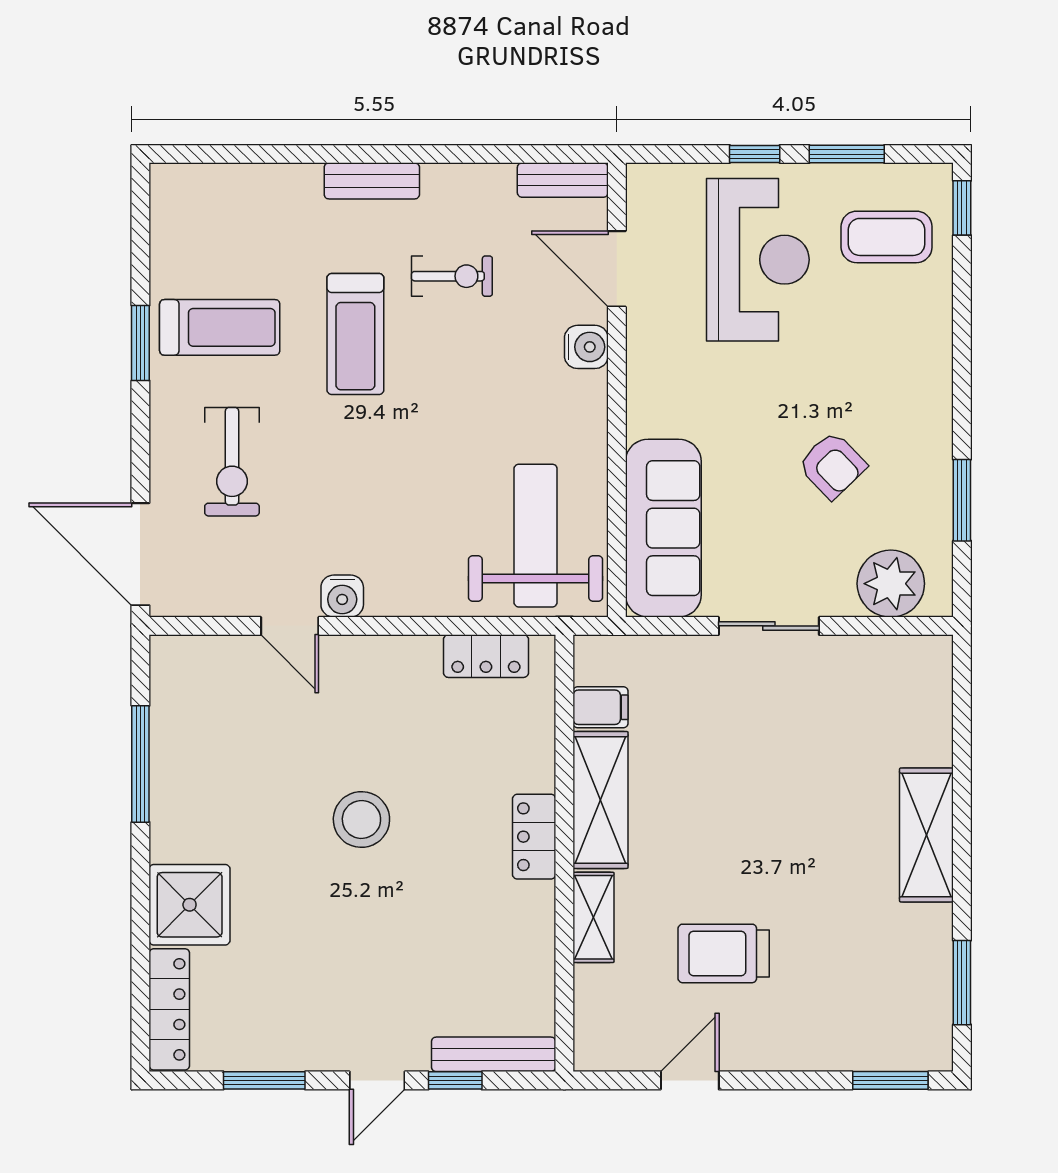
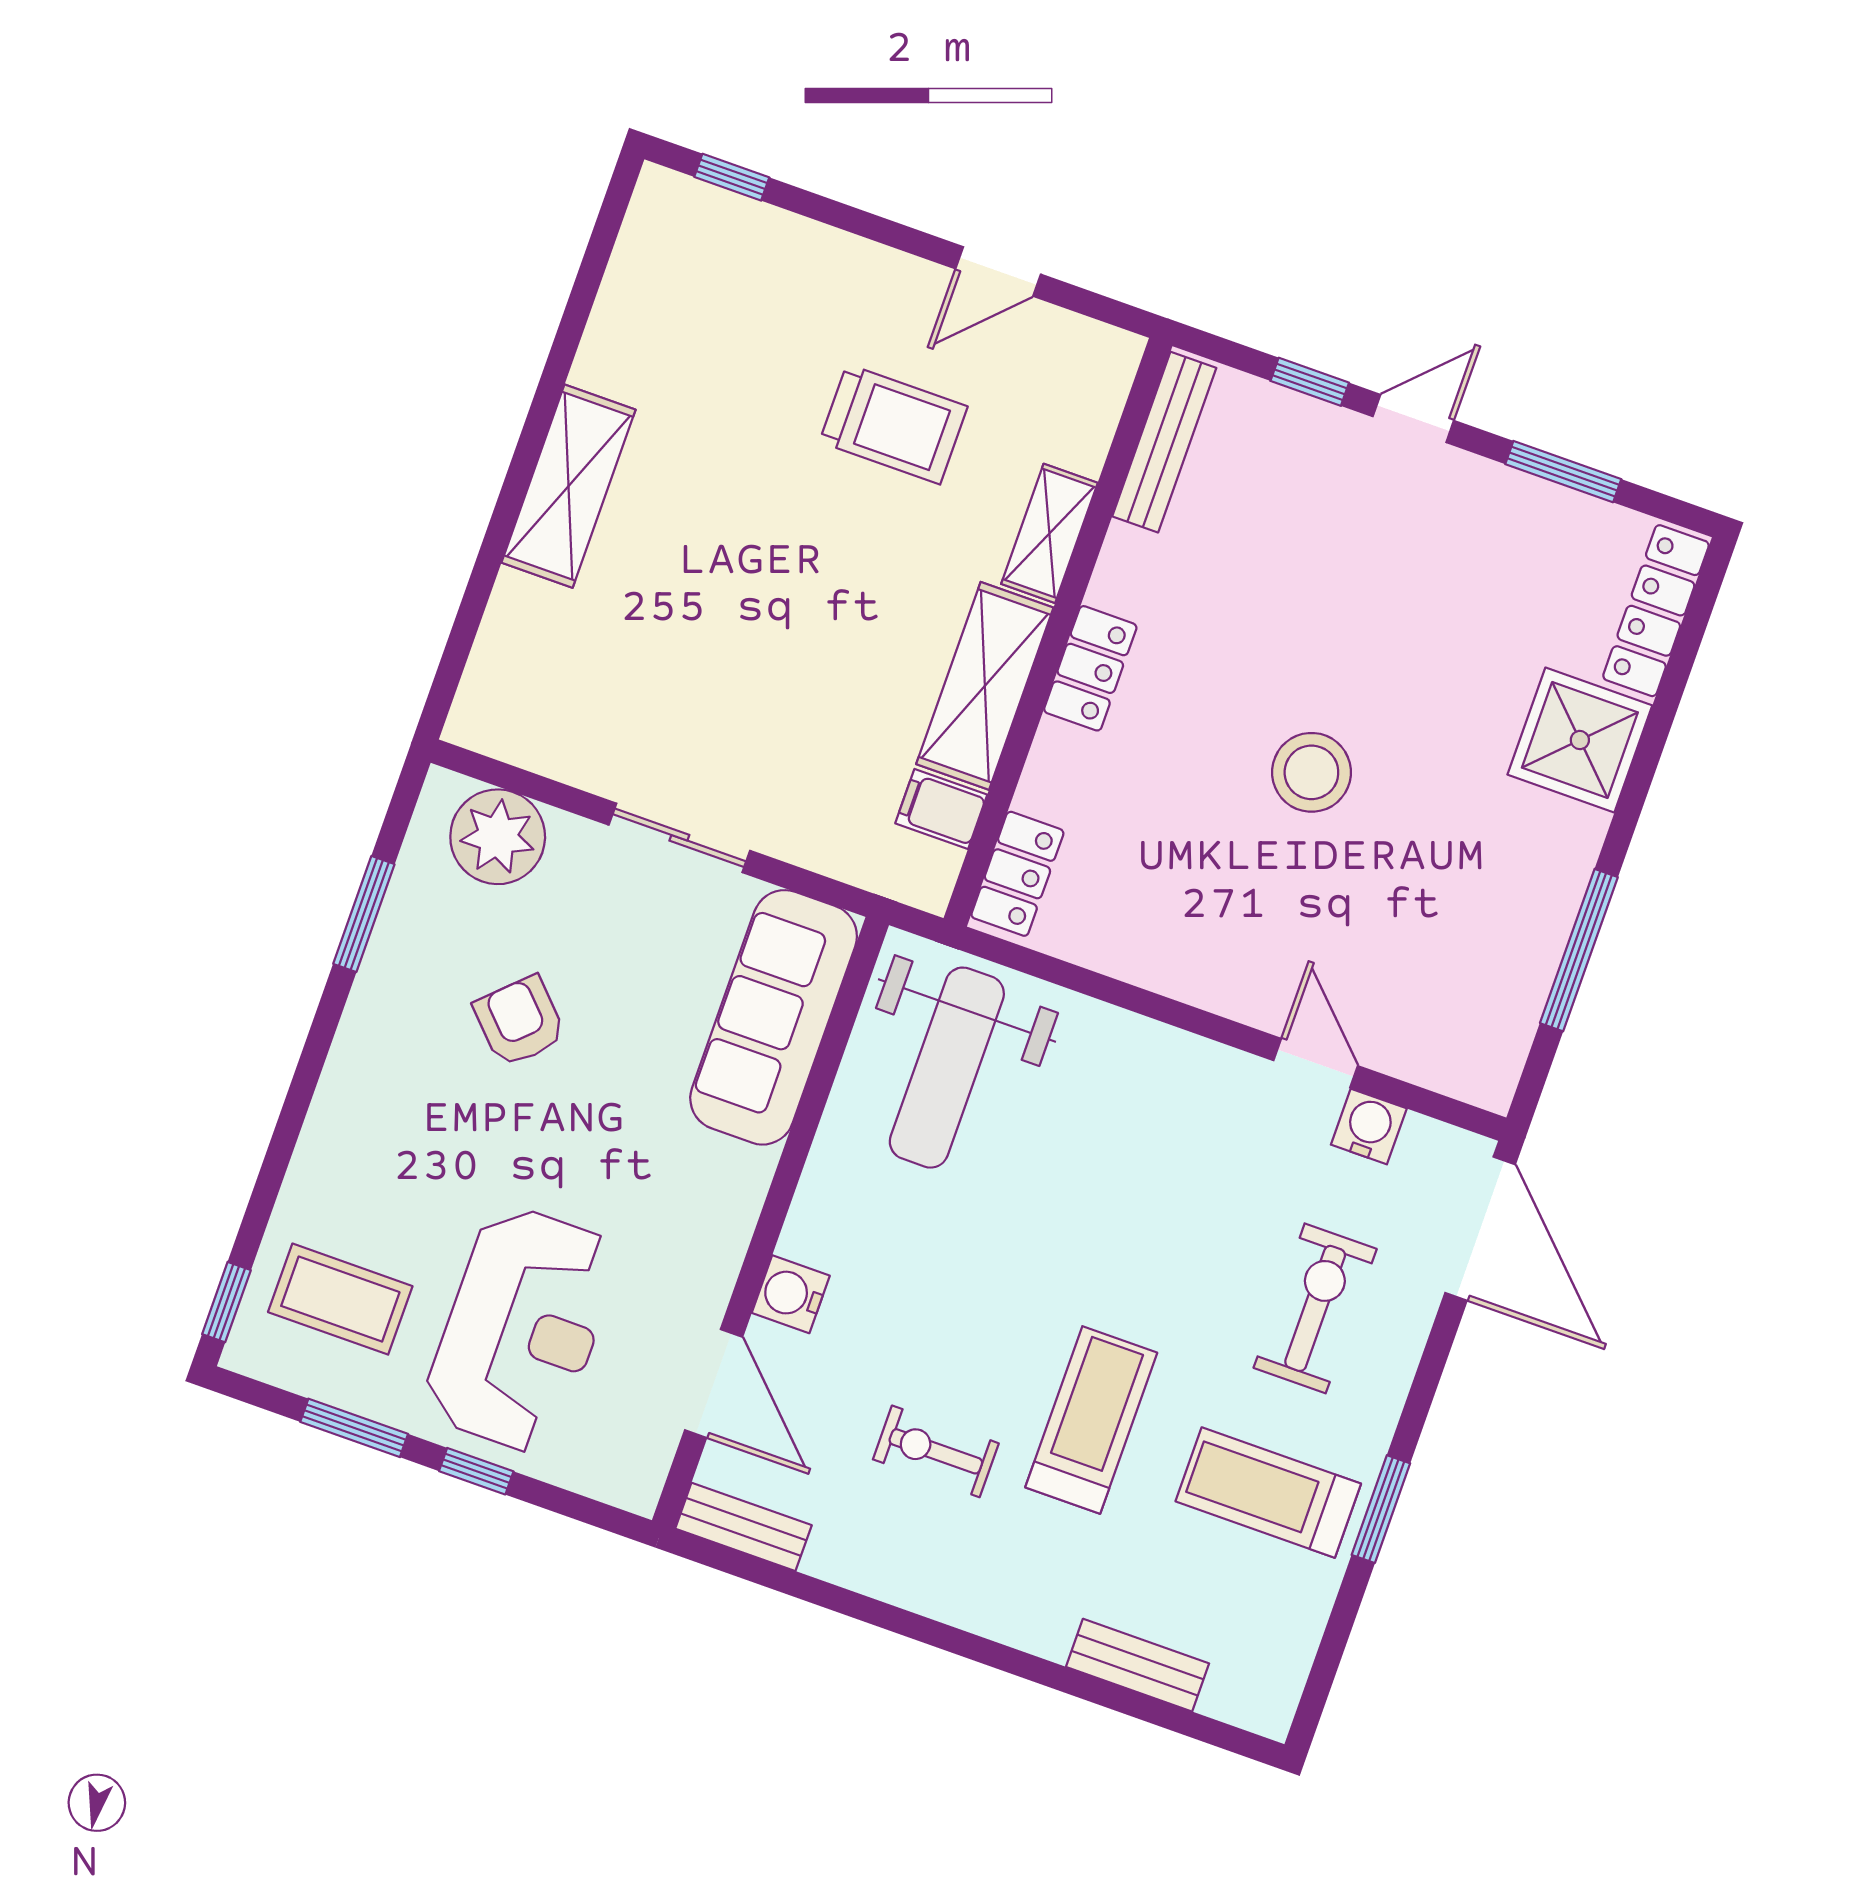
bench: (372, 181) -> (1138, 1665), moved
reception desk: (758, 260) -> (522, 1329), turned 180
water cooler: (342, 596) -> (1369, 1127), moved
locker: (486, 656) -> (1017, 874), moved, turned 90
window: (962, 983) -> (591, 273), removed
bench: (494, 1054) -> (1164, 442), moved, turned 90
window: (890, 1080) -> (732, 177), width x0.67

